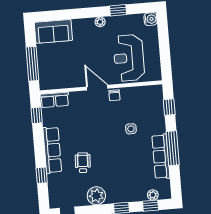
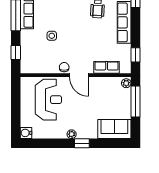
window: (118, 10) -> (82, 143), moved
plant: (44, 83) -> (126, 83), added
row of seats: (55, 100) -> (107, 67), moved

